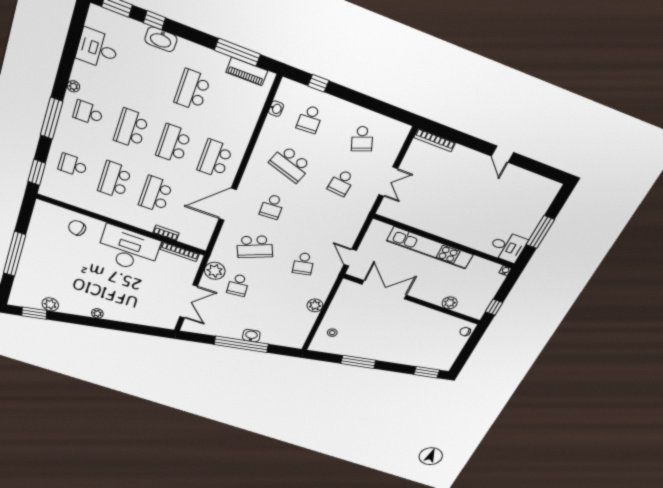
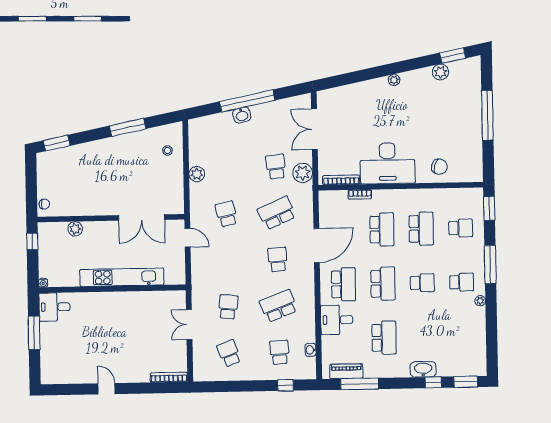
desk: (97, 49) -> (337, 320), moved, turned 180
school desk: (131, 128) -> (422, 283), width x0.54
school desk: (290, 164) -> (279, 306), turned -39

